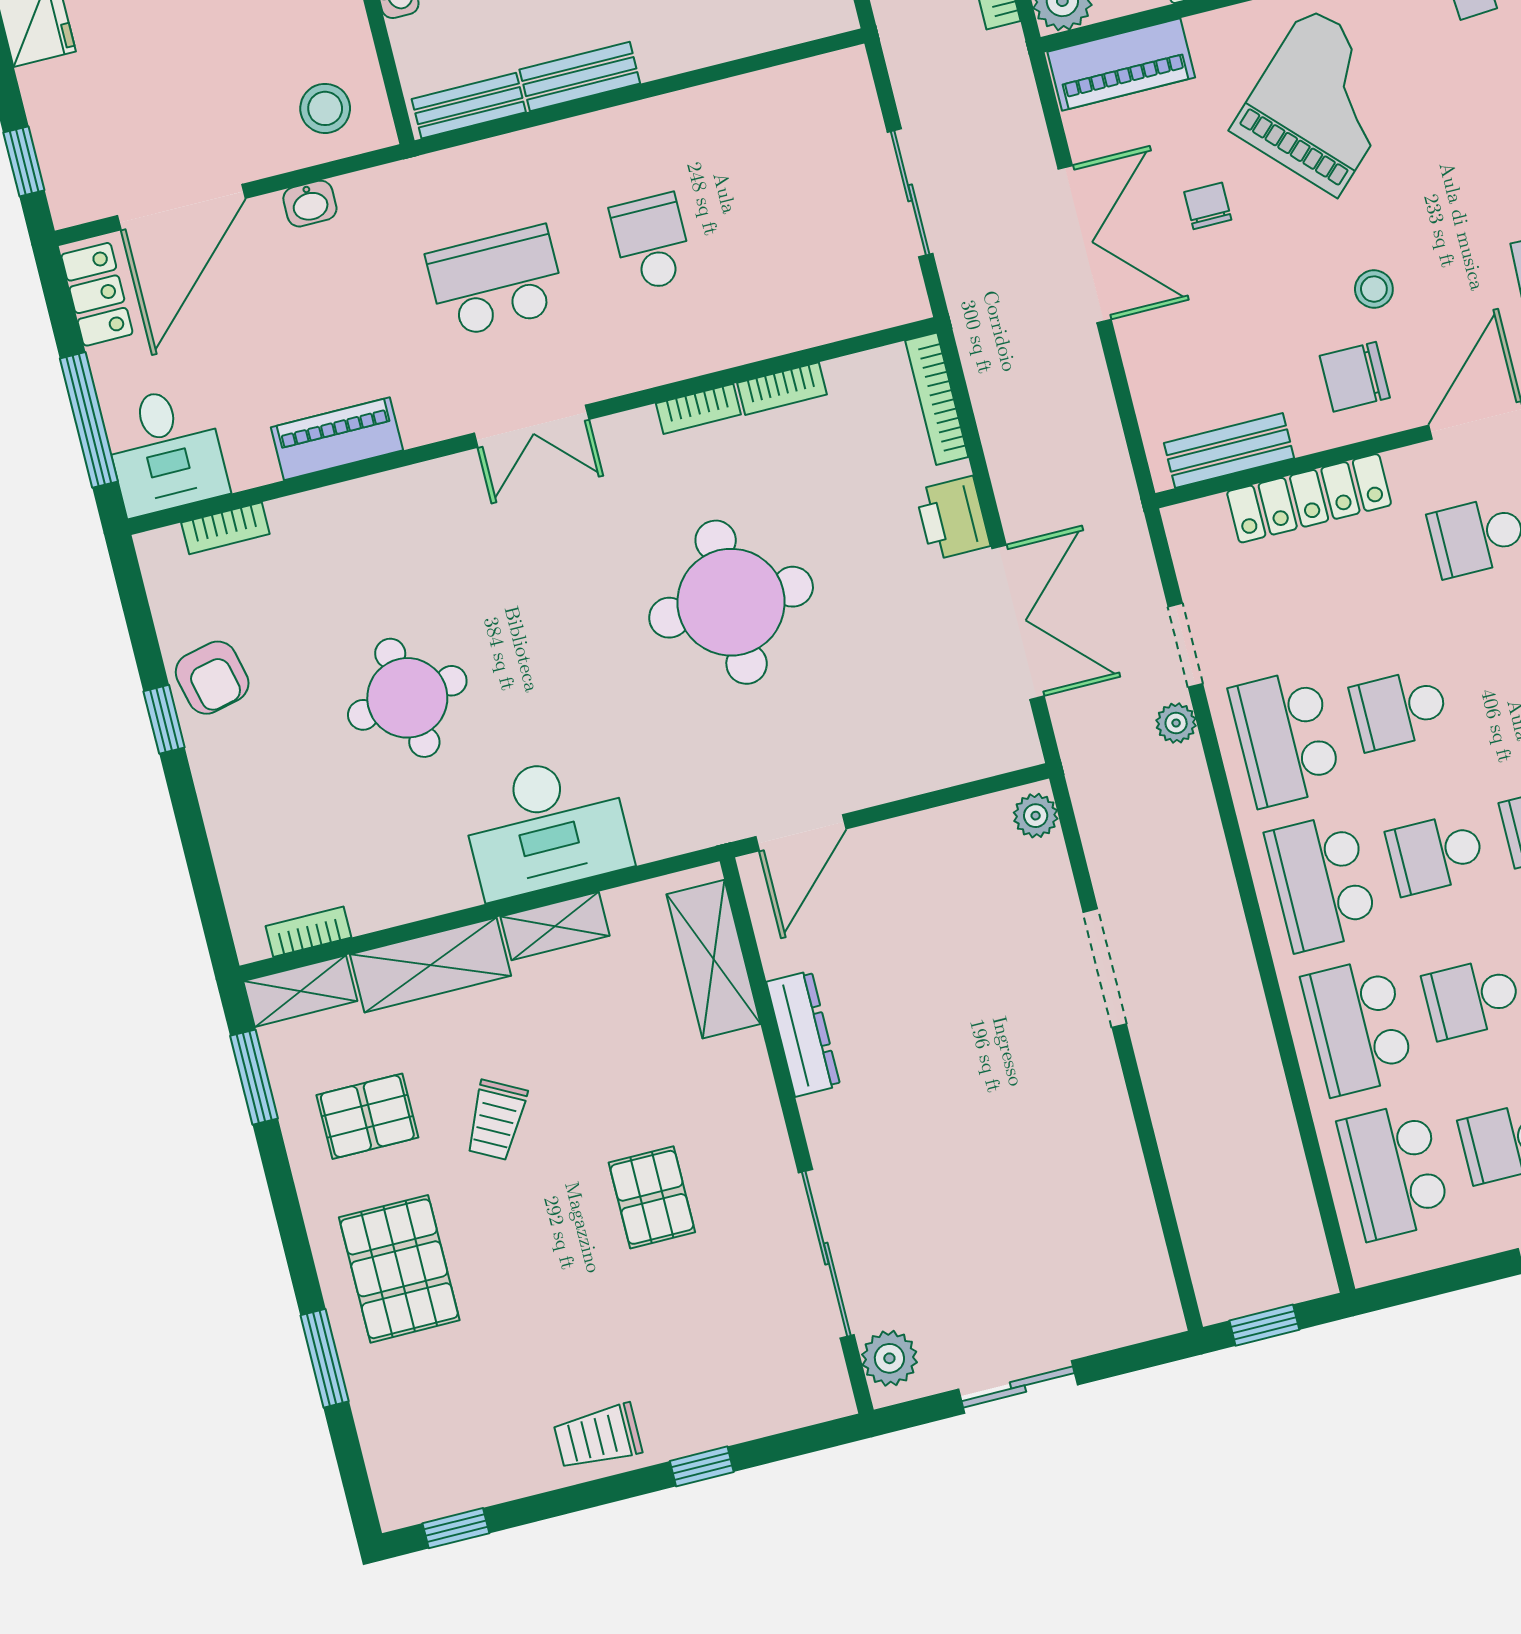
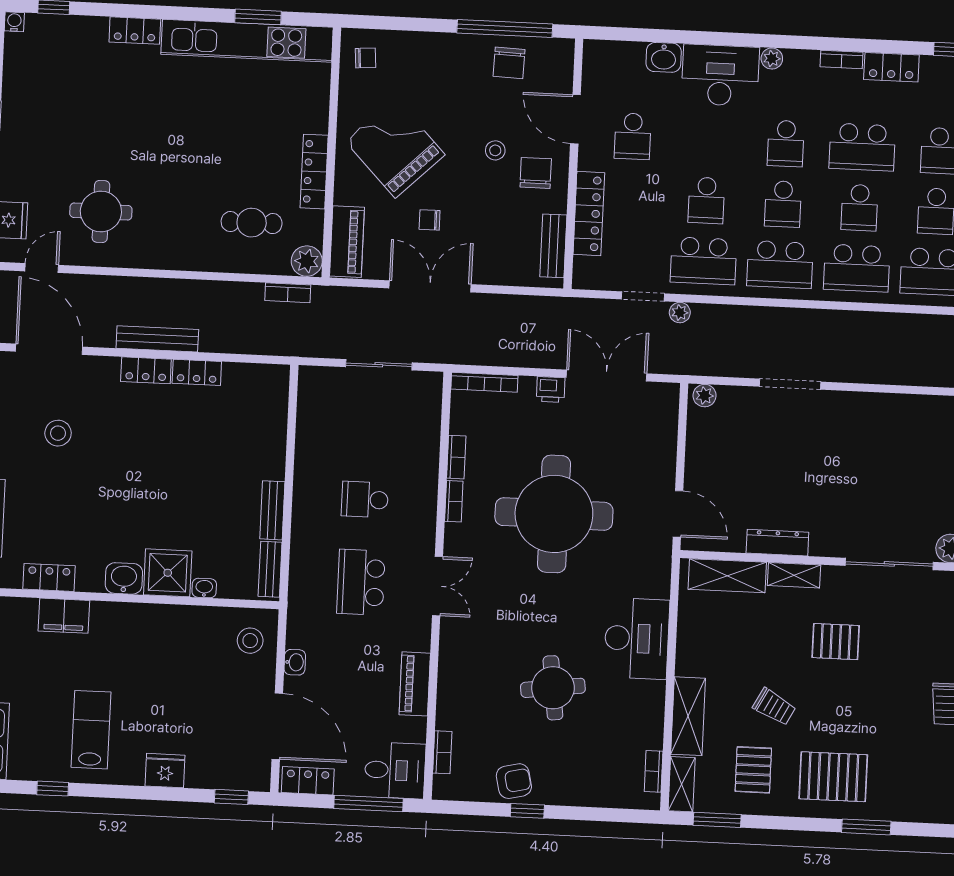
chair: (1355, 377) -> (536, 173), turned 180
printer: (953, 518) -> (551, 389), width x0.73, depth x0.81
round table: (731, 602) -> (554, 514), width x1.36, depth x1.36
shelving: (555, 926) -> (794, 575), moved, turned 90

